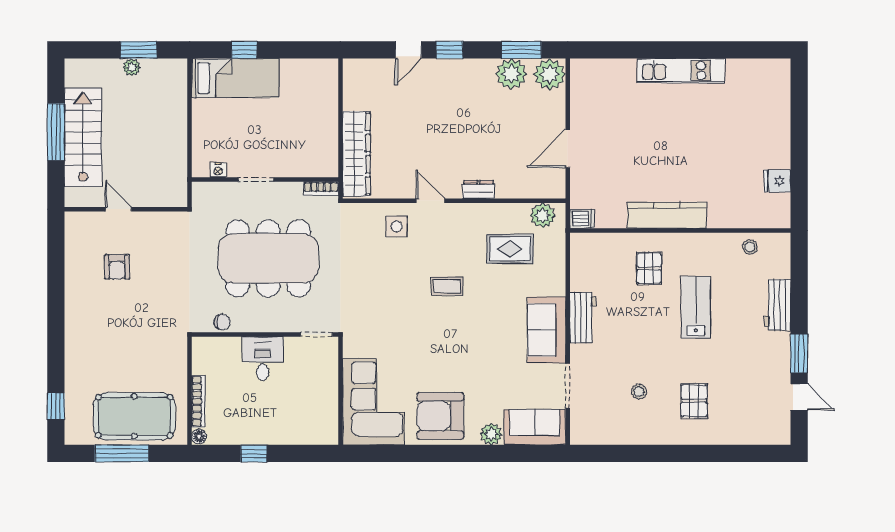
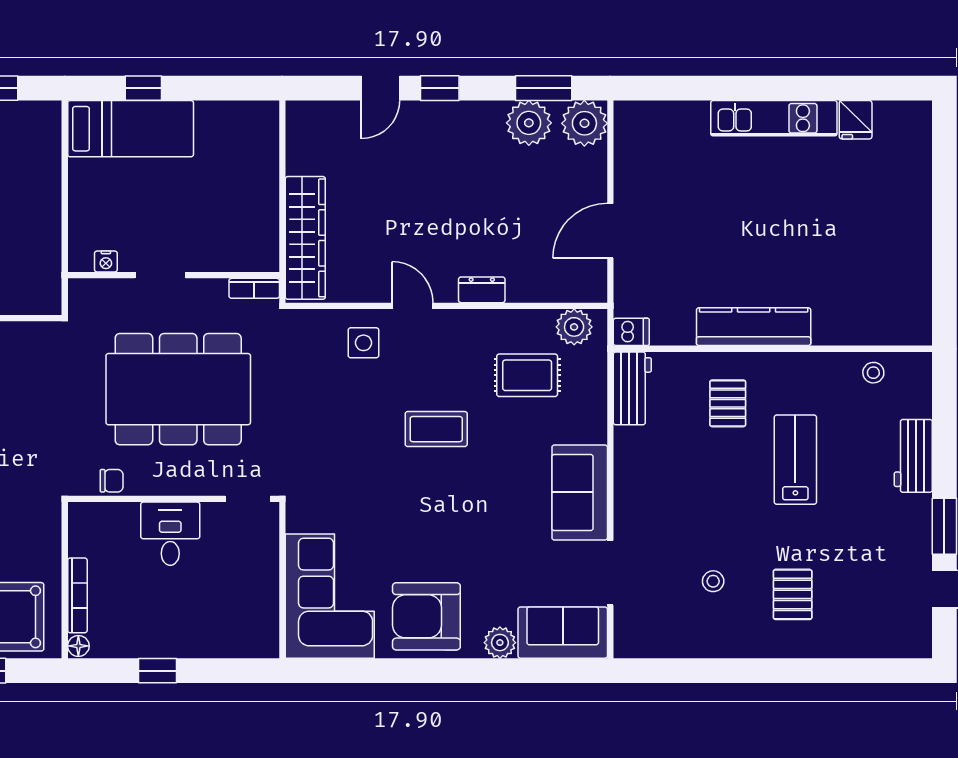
fridge: (777, 181) -> (856, 120), moved, turned -90
coffee table: (447, 286) -> (436, 429), width x1.36, depth x1.30
workbench: (583, 318) -> (632, 388), moved

